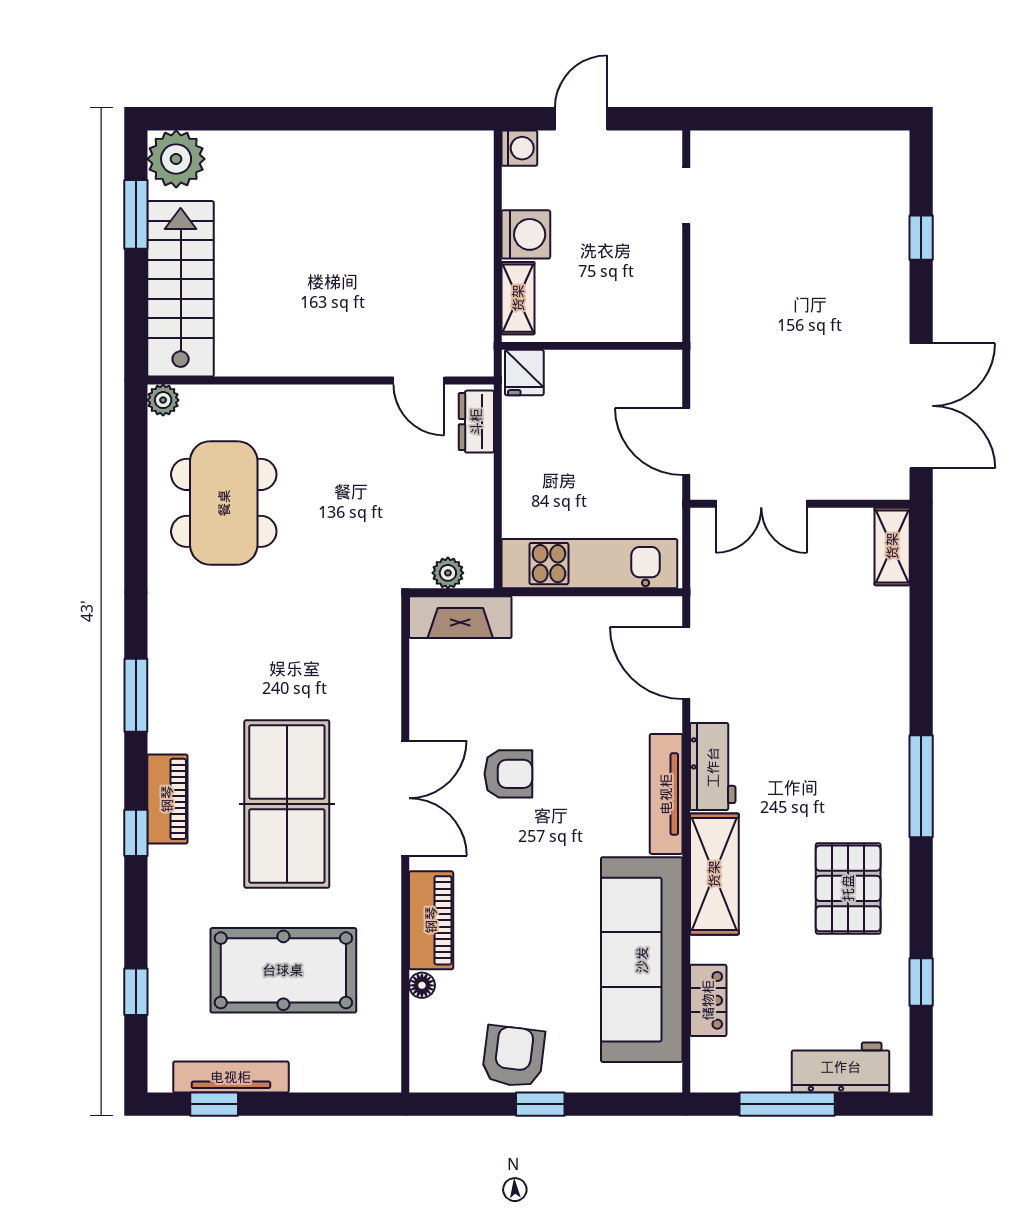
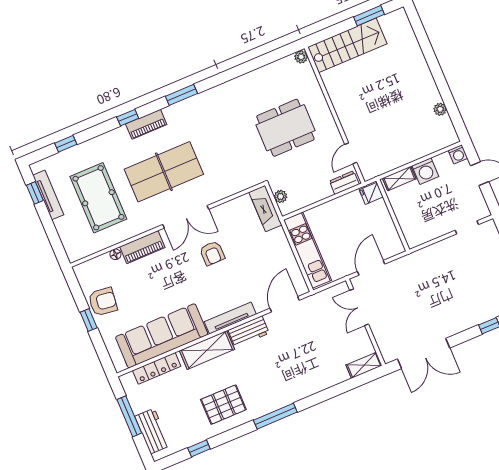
plant: (176, 159) -> (440, 109), moved, width x0.53, depth x0.53
dining table: (224, 503) -> (285, 128), moved
locker: (708, 1000) -> (157, 368), width x1.53

